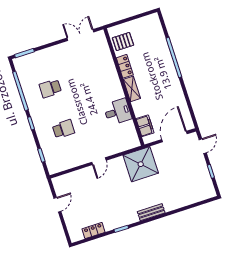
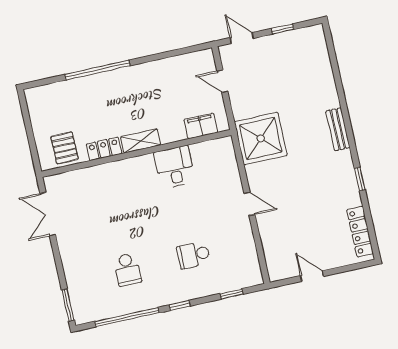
school desk: (63, 129) -> (194, 255), turned -90
door: (174, 137) -> (222, 81), width x0.53
locker: (94, 231) -> (360, 232), width x1.53

